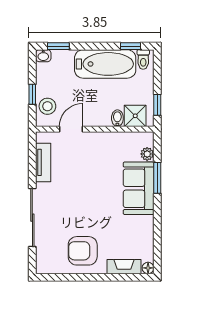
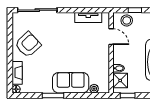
window: (157, 178) -> (53, 95), moved
sliding door: (32, 218) -> (37, 10), moved
armchair: (83, 251) -> (28, 45), turned 47

